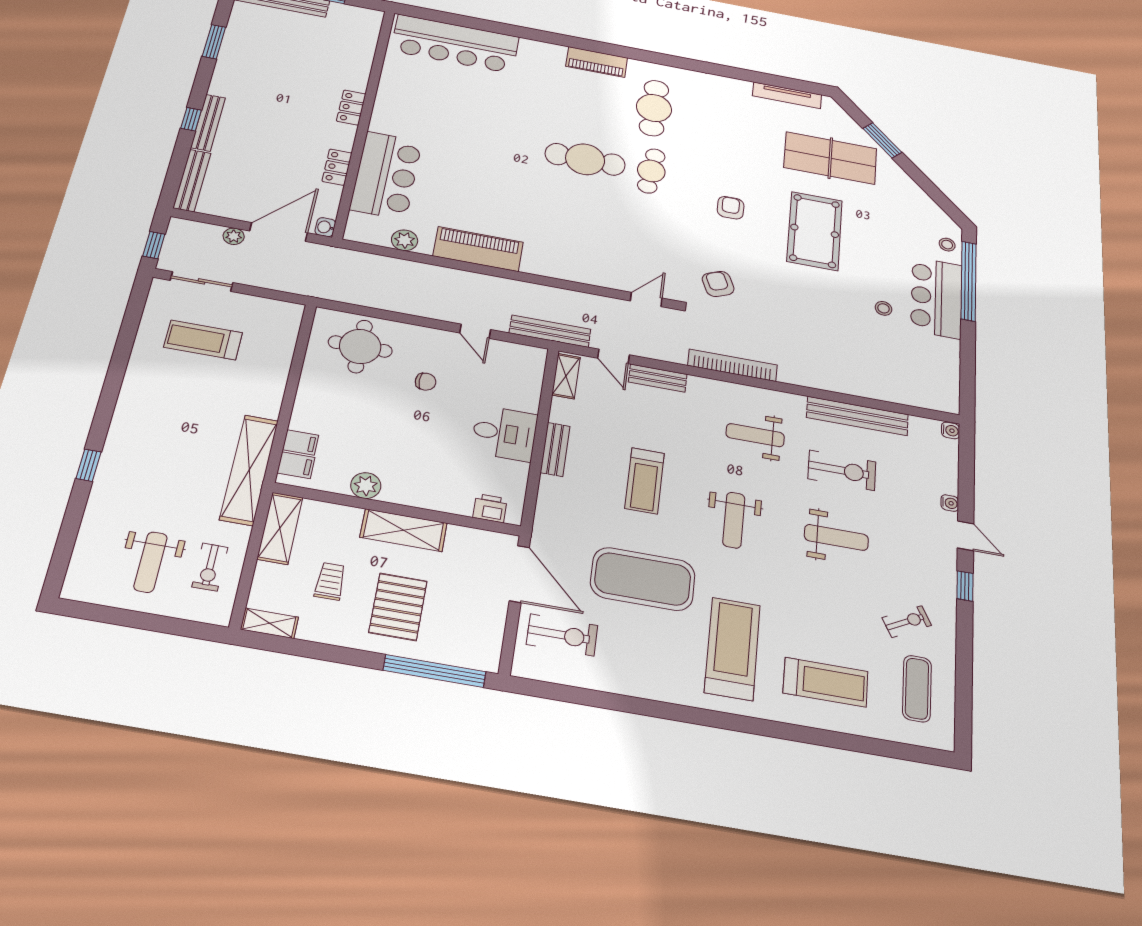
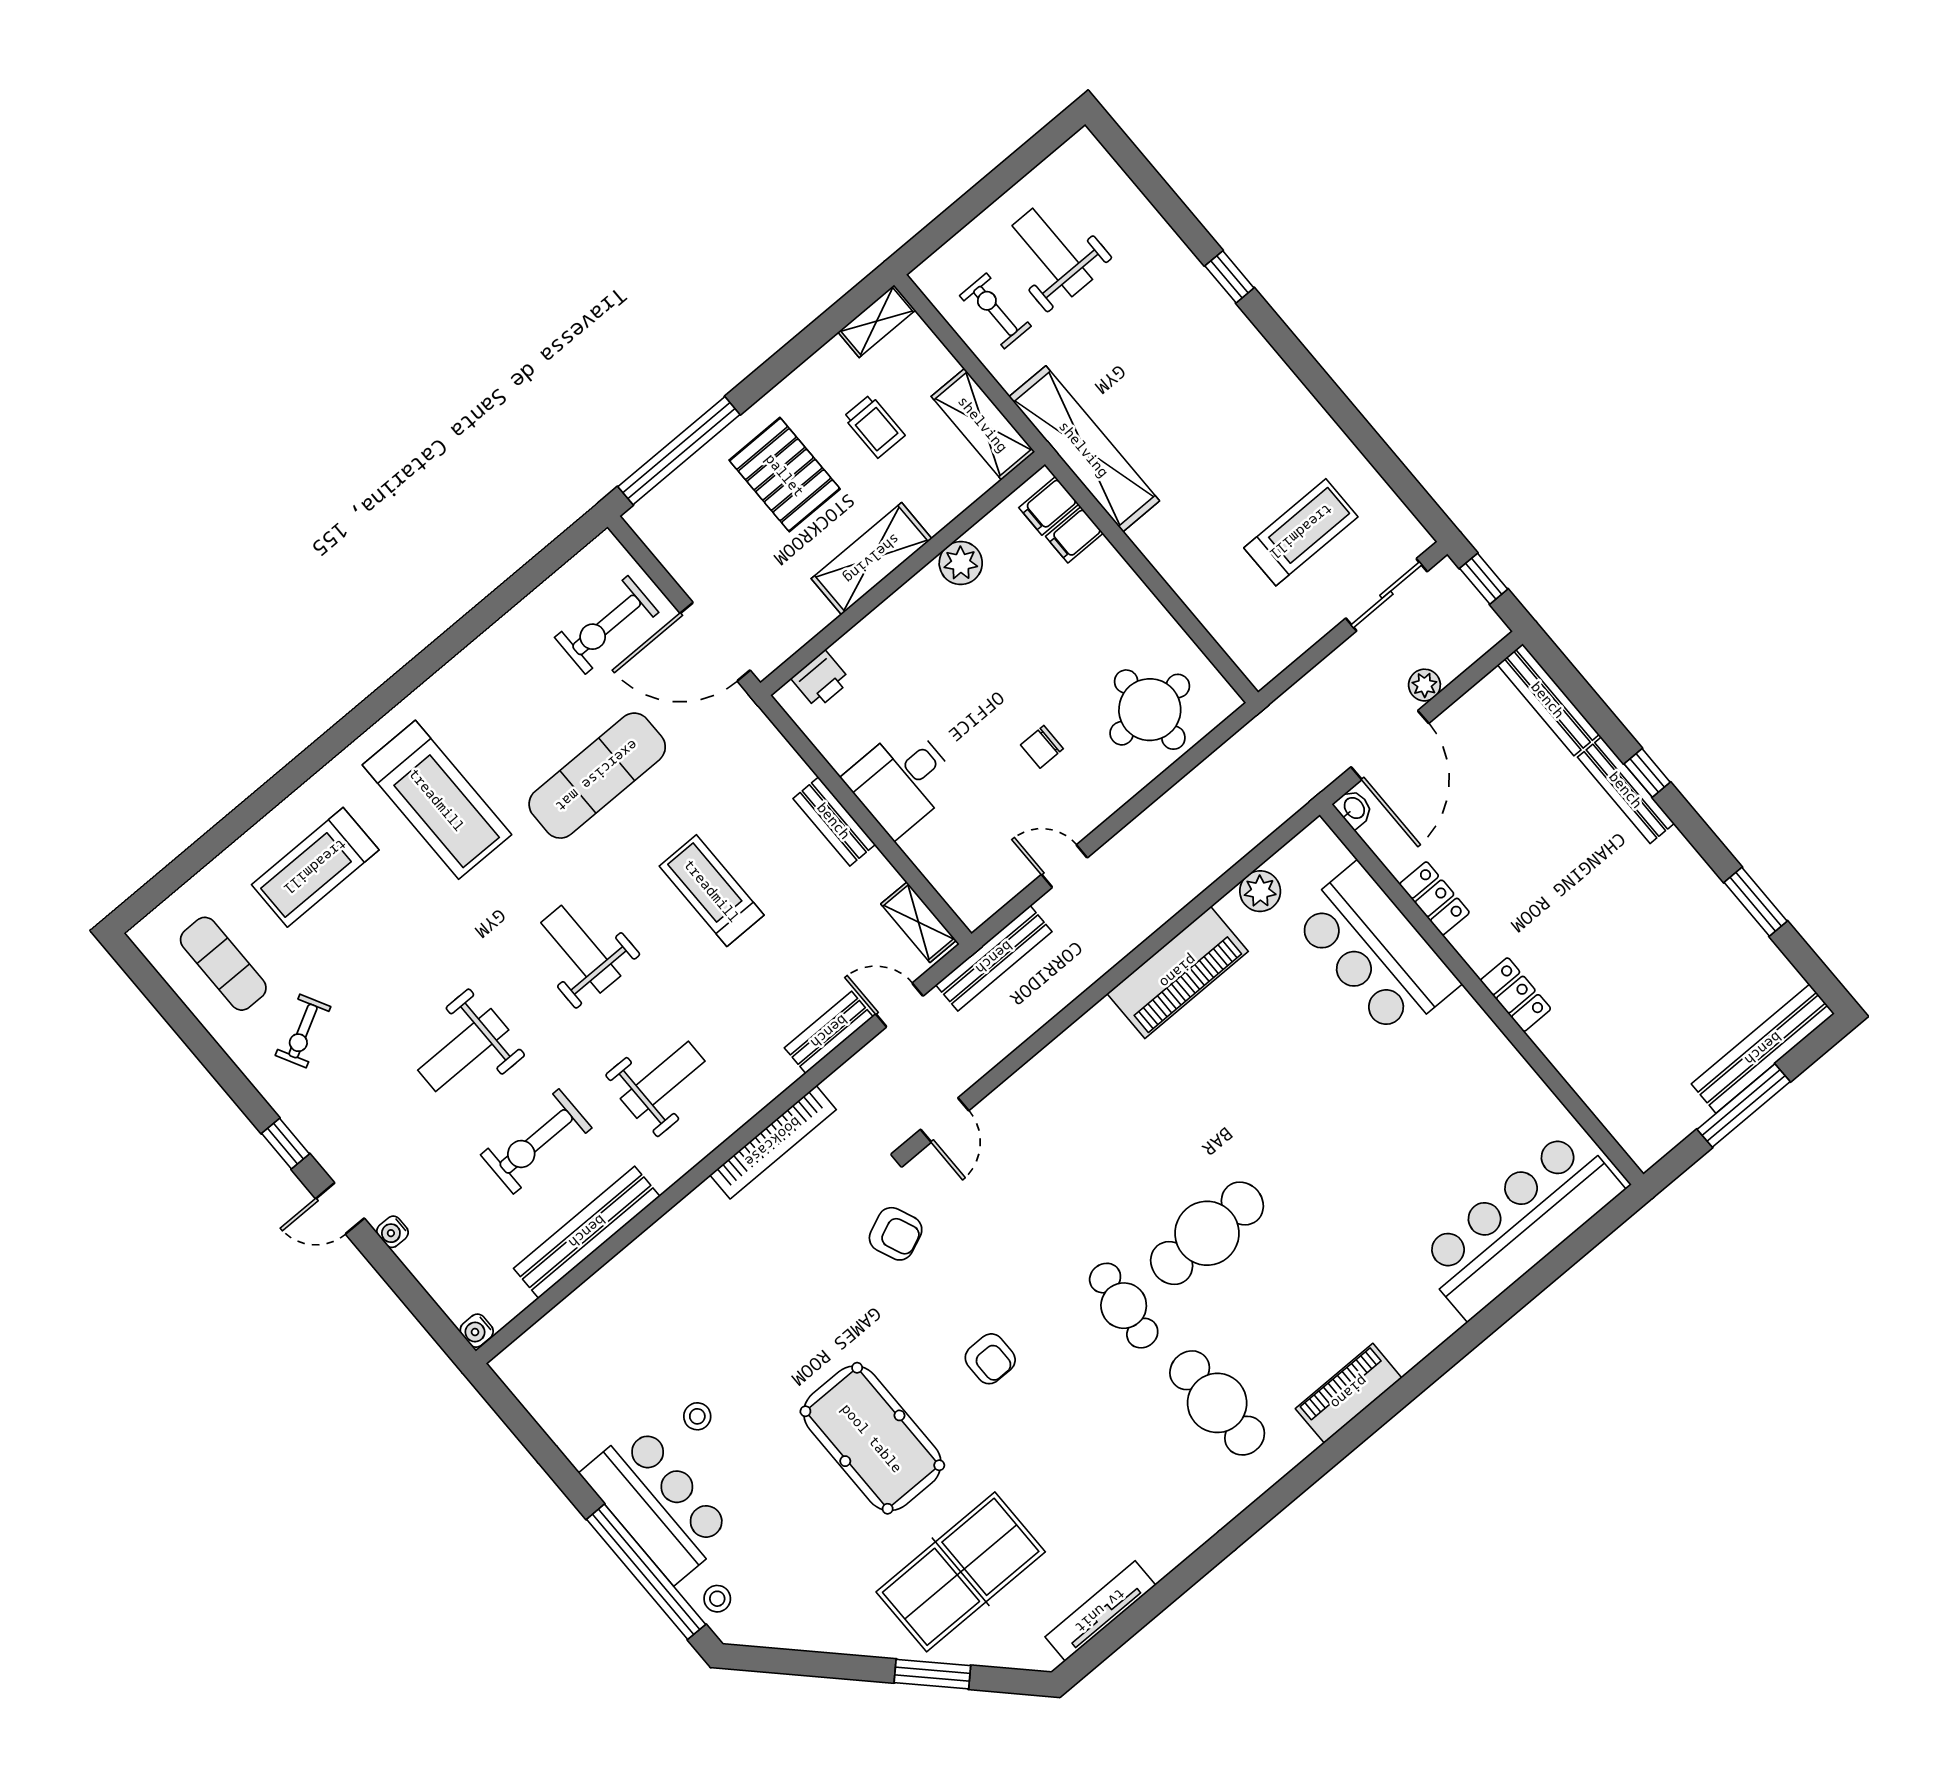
exercise mat: (643, 579) -> (597, 776), width x0.68

